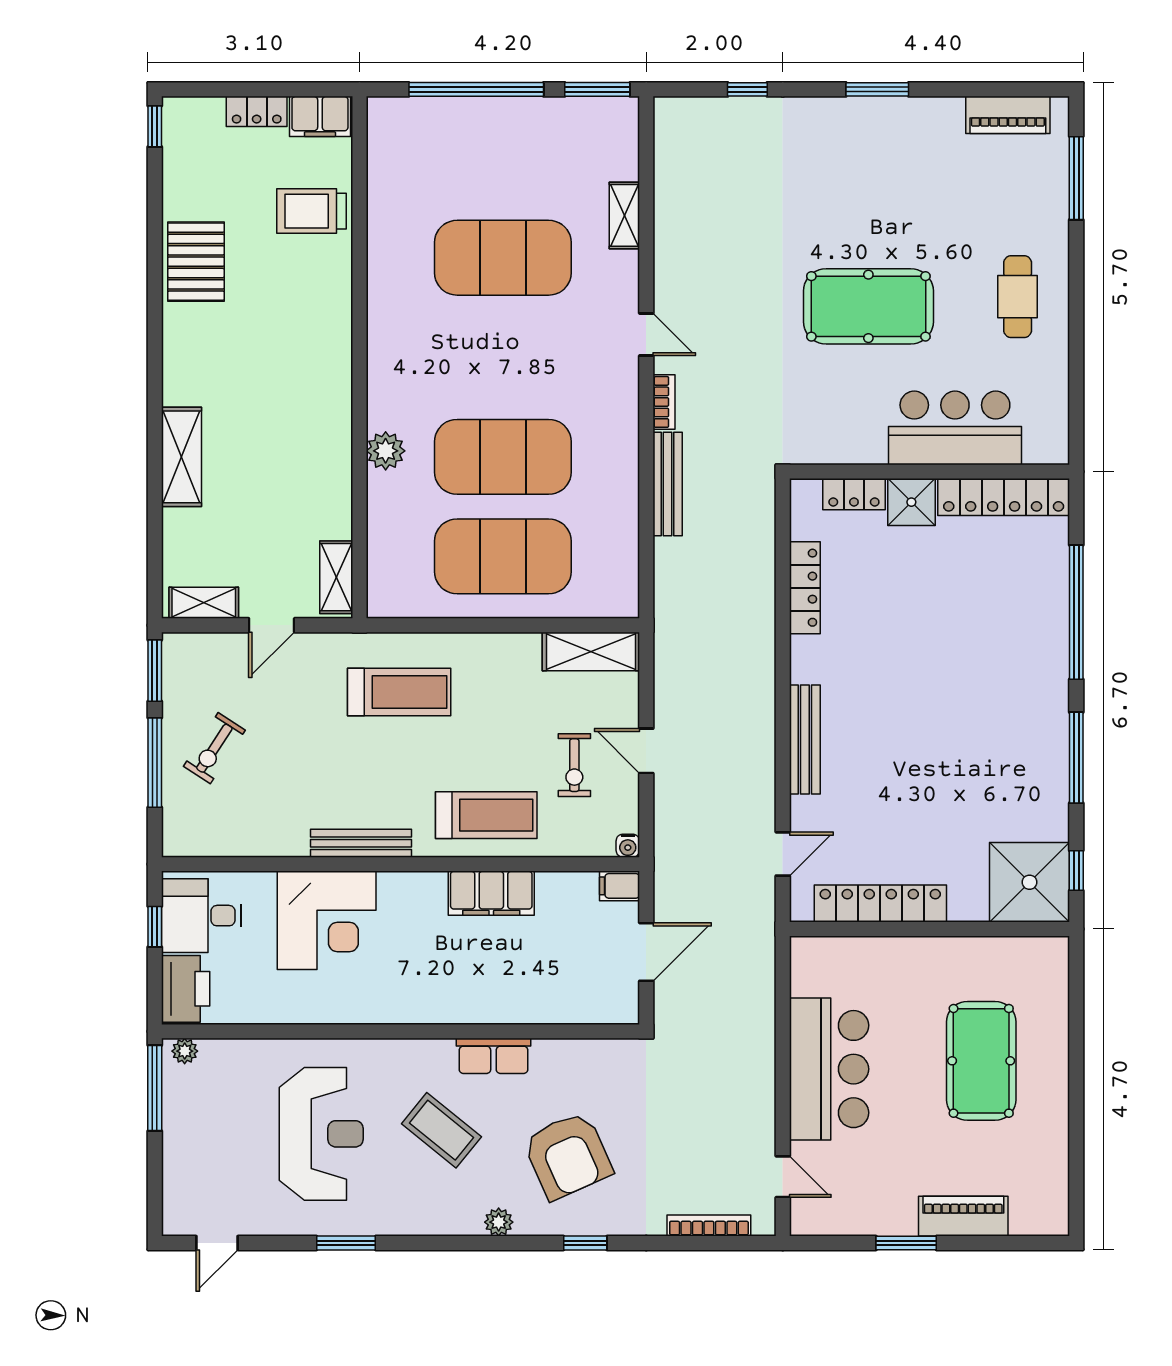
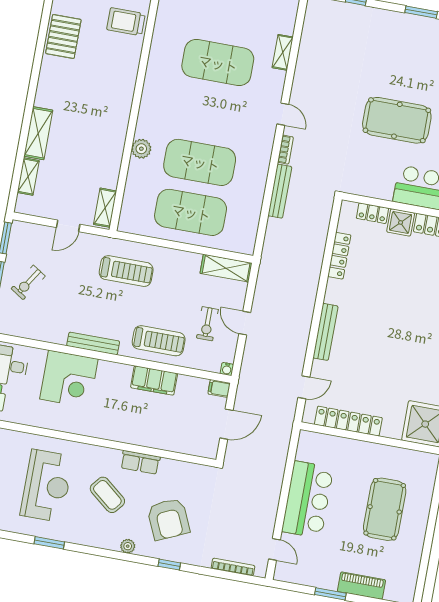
shelving: (204, 603) -> (28, 177), moved, turned 90

